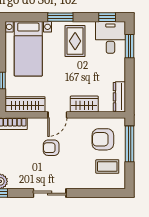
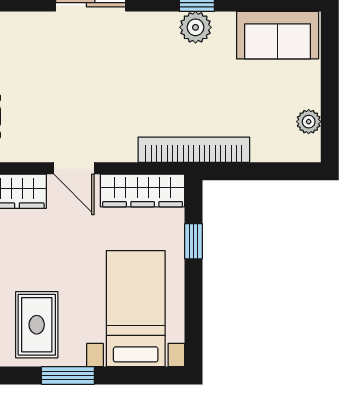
door: (57, 115) -> (74, 168), swing flipped
armchair: (51, 148) -> (87, 99), removed

